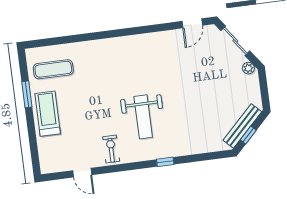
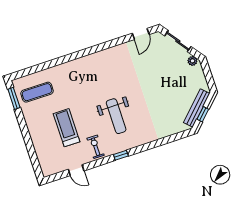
window: (27, 94) -> (14, 98), moved
treadmill: (48, 114) -> (67, 128), moved
window: (165, 162) -> (121, 155), moved

